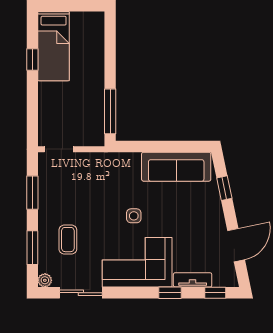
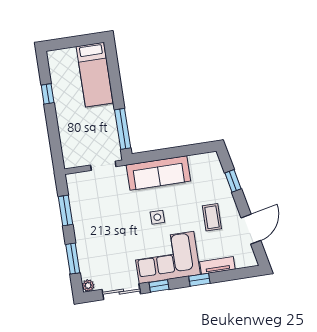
bed: (54, 46) -> (95, 75), moved
doorway: (59, 149) -> (103, 166), moved
sofa: (176, 167) -> (158, 173), moved
coffee table: (68, 240) -> (212, 217), moved
window: (215, 293) -> (159, 286), moved

